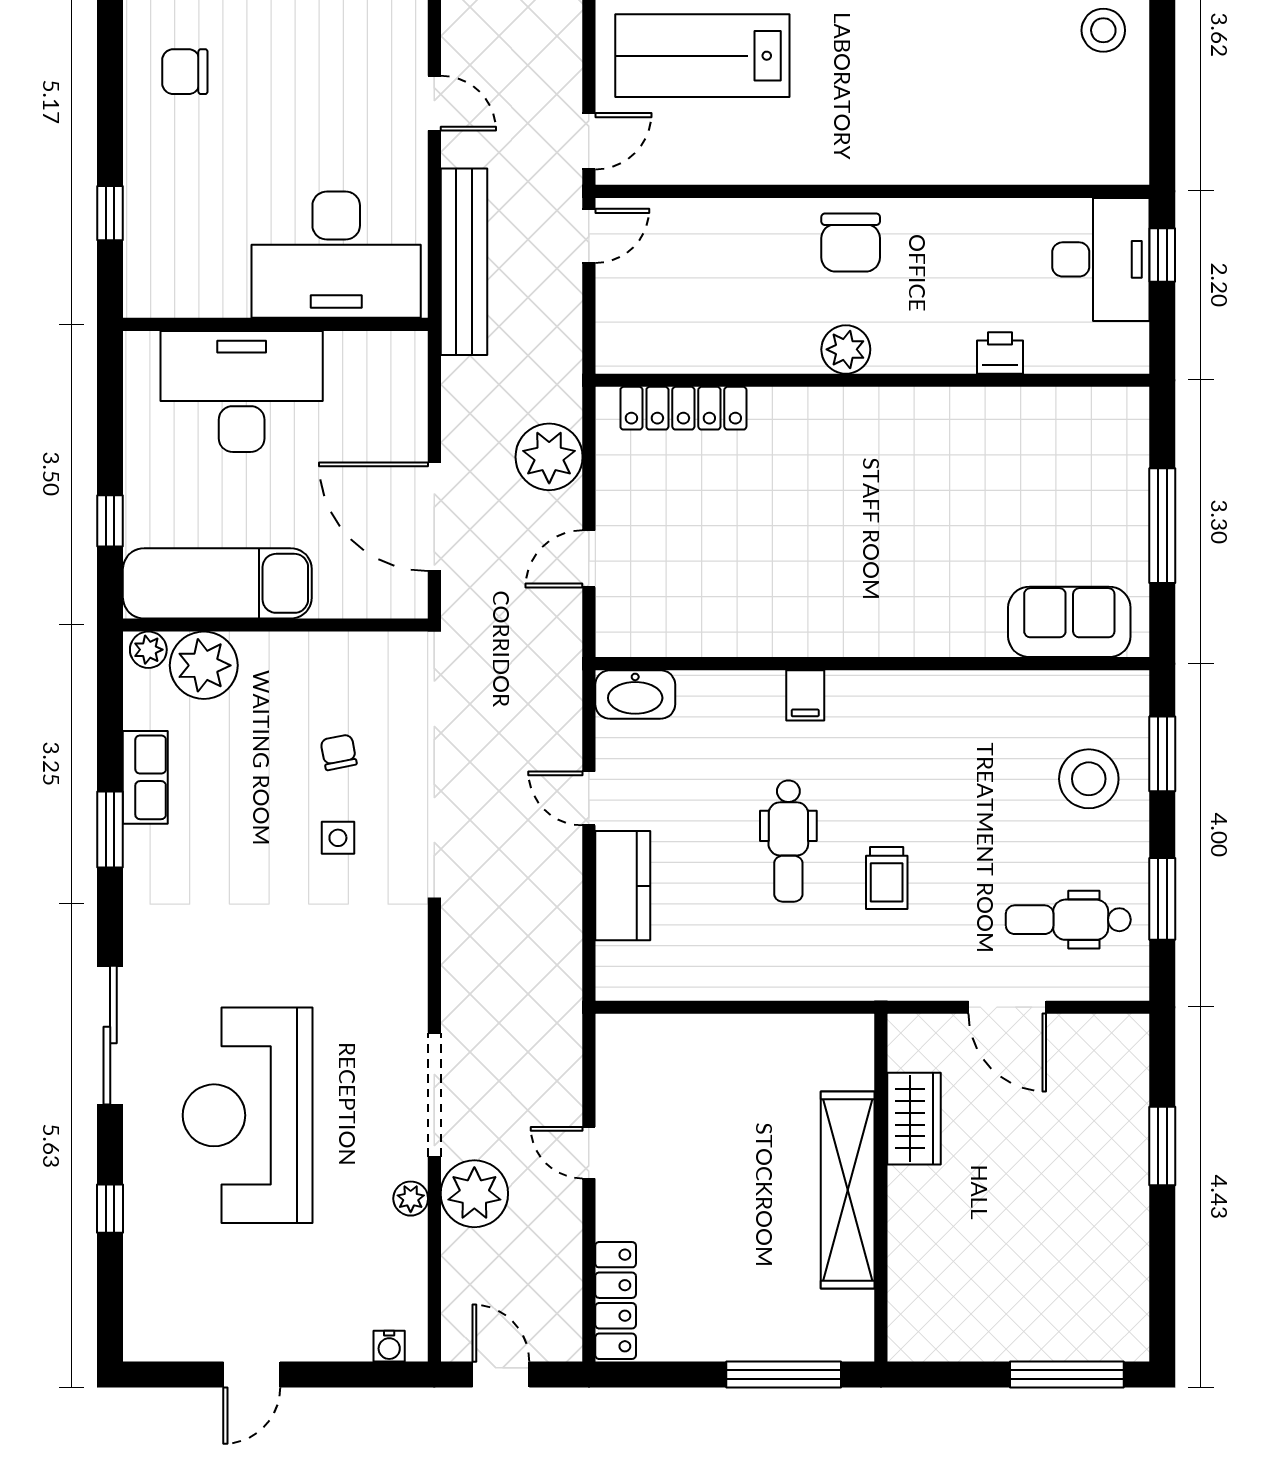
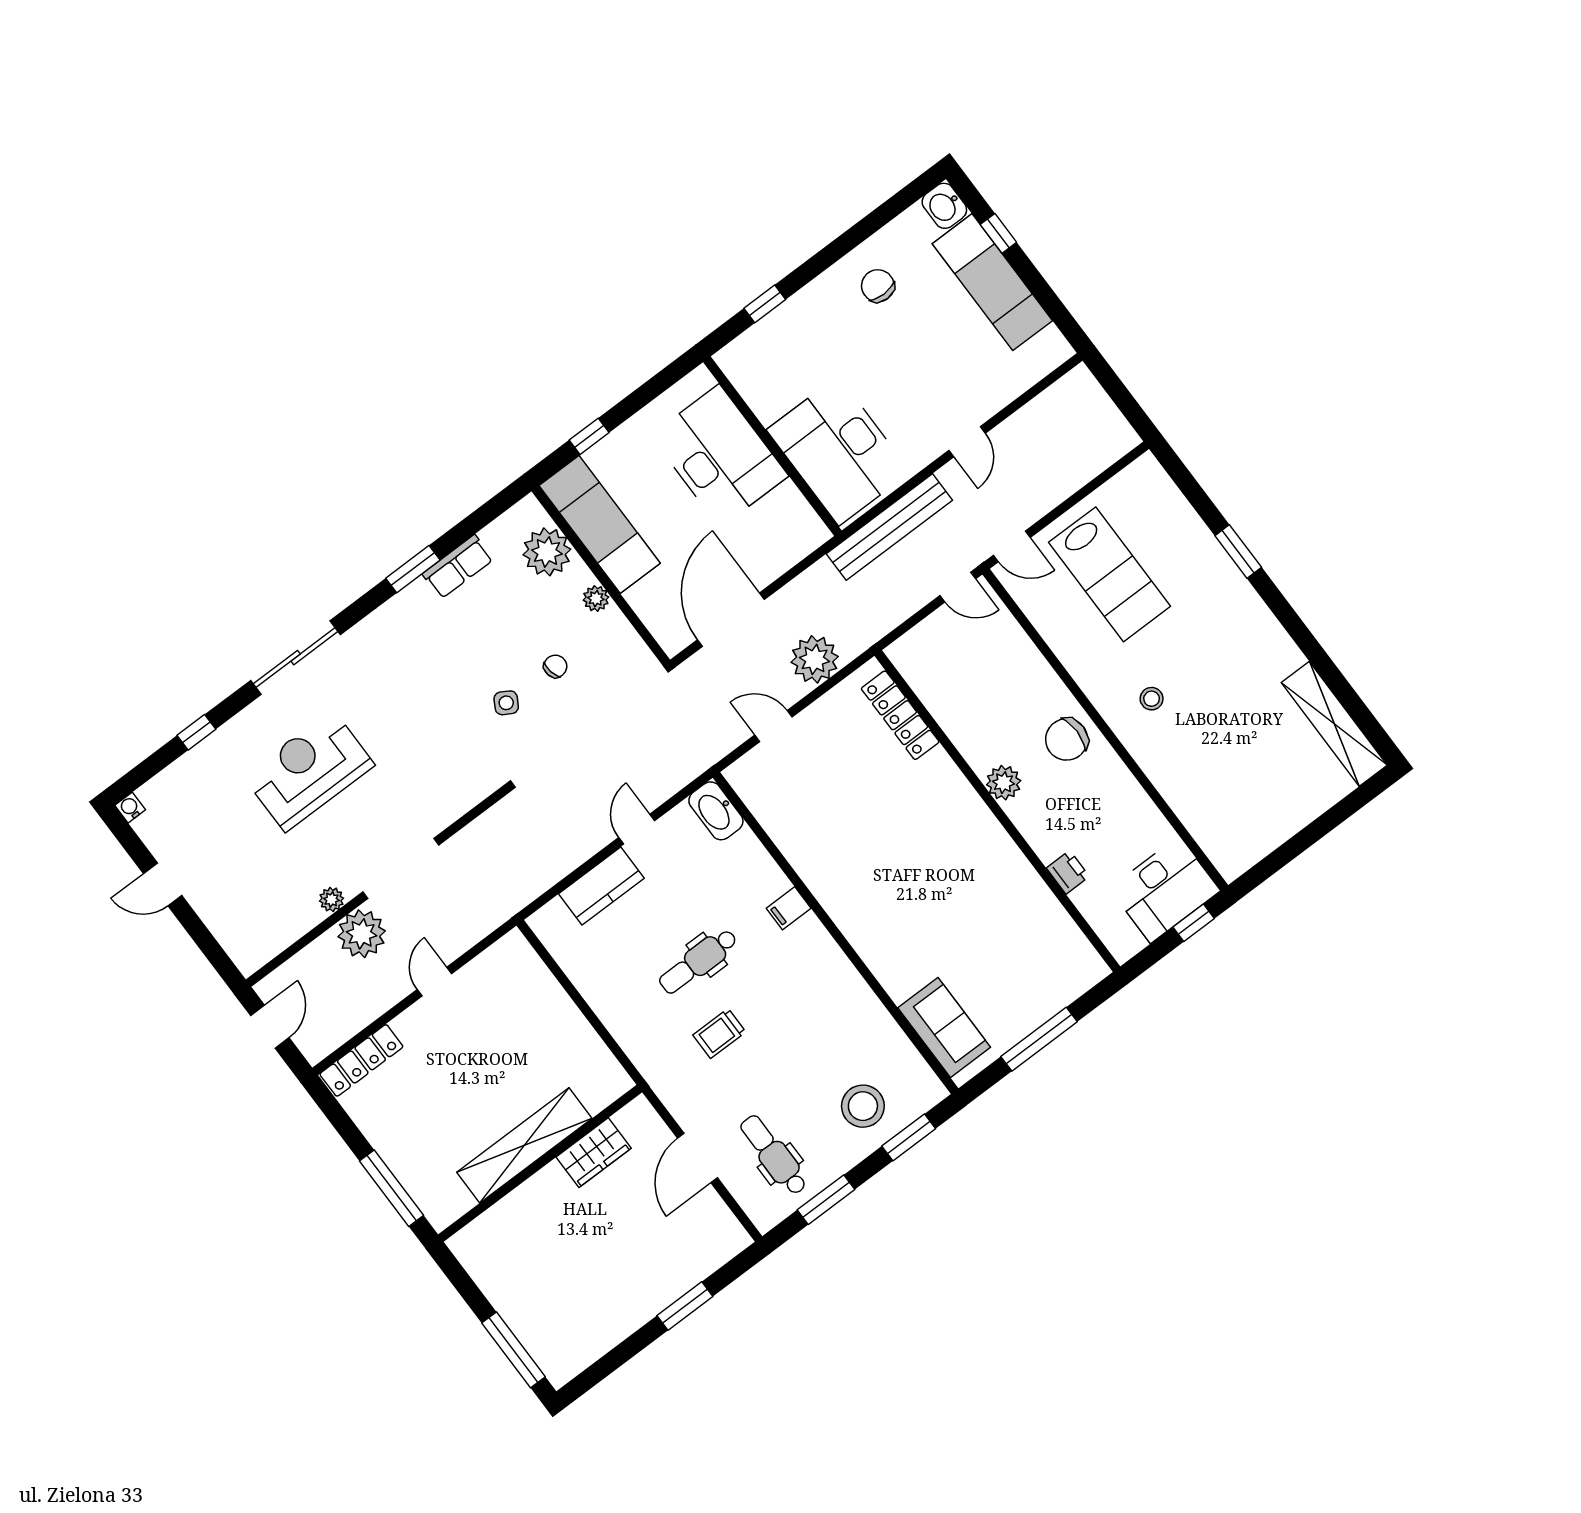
stool: (1103, 30) -> (1152, 699), moved, width x0.73, depth x0.73
lab bench: (702, 56) -> (1110, 574), turned 180
plant: (148, 650) -> (596, 599), moved
side table: (338, 838) -> (506, 703), turned 30
reception desk: (248, 1115) -> (309, 771), width x0.74, depth x0.77
water cooler: (389, 1346) -> (130, 808), moved, turned 90

